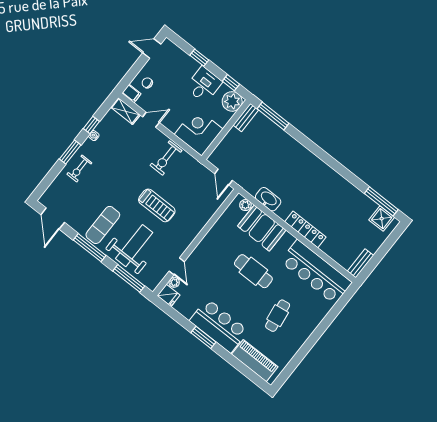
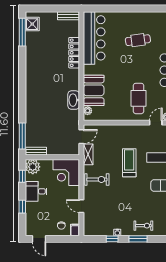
shelving: (125, 111) -> (88, 154), moved
locker: (305, 229) -> (74, 53), moved
cafe table: (253, 271) -> (138, 98), moved

